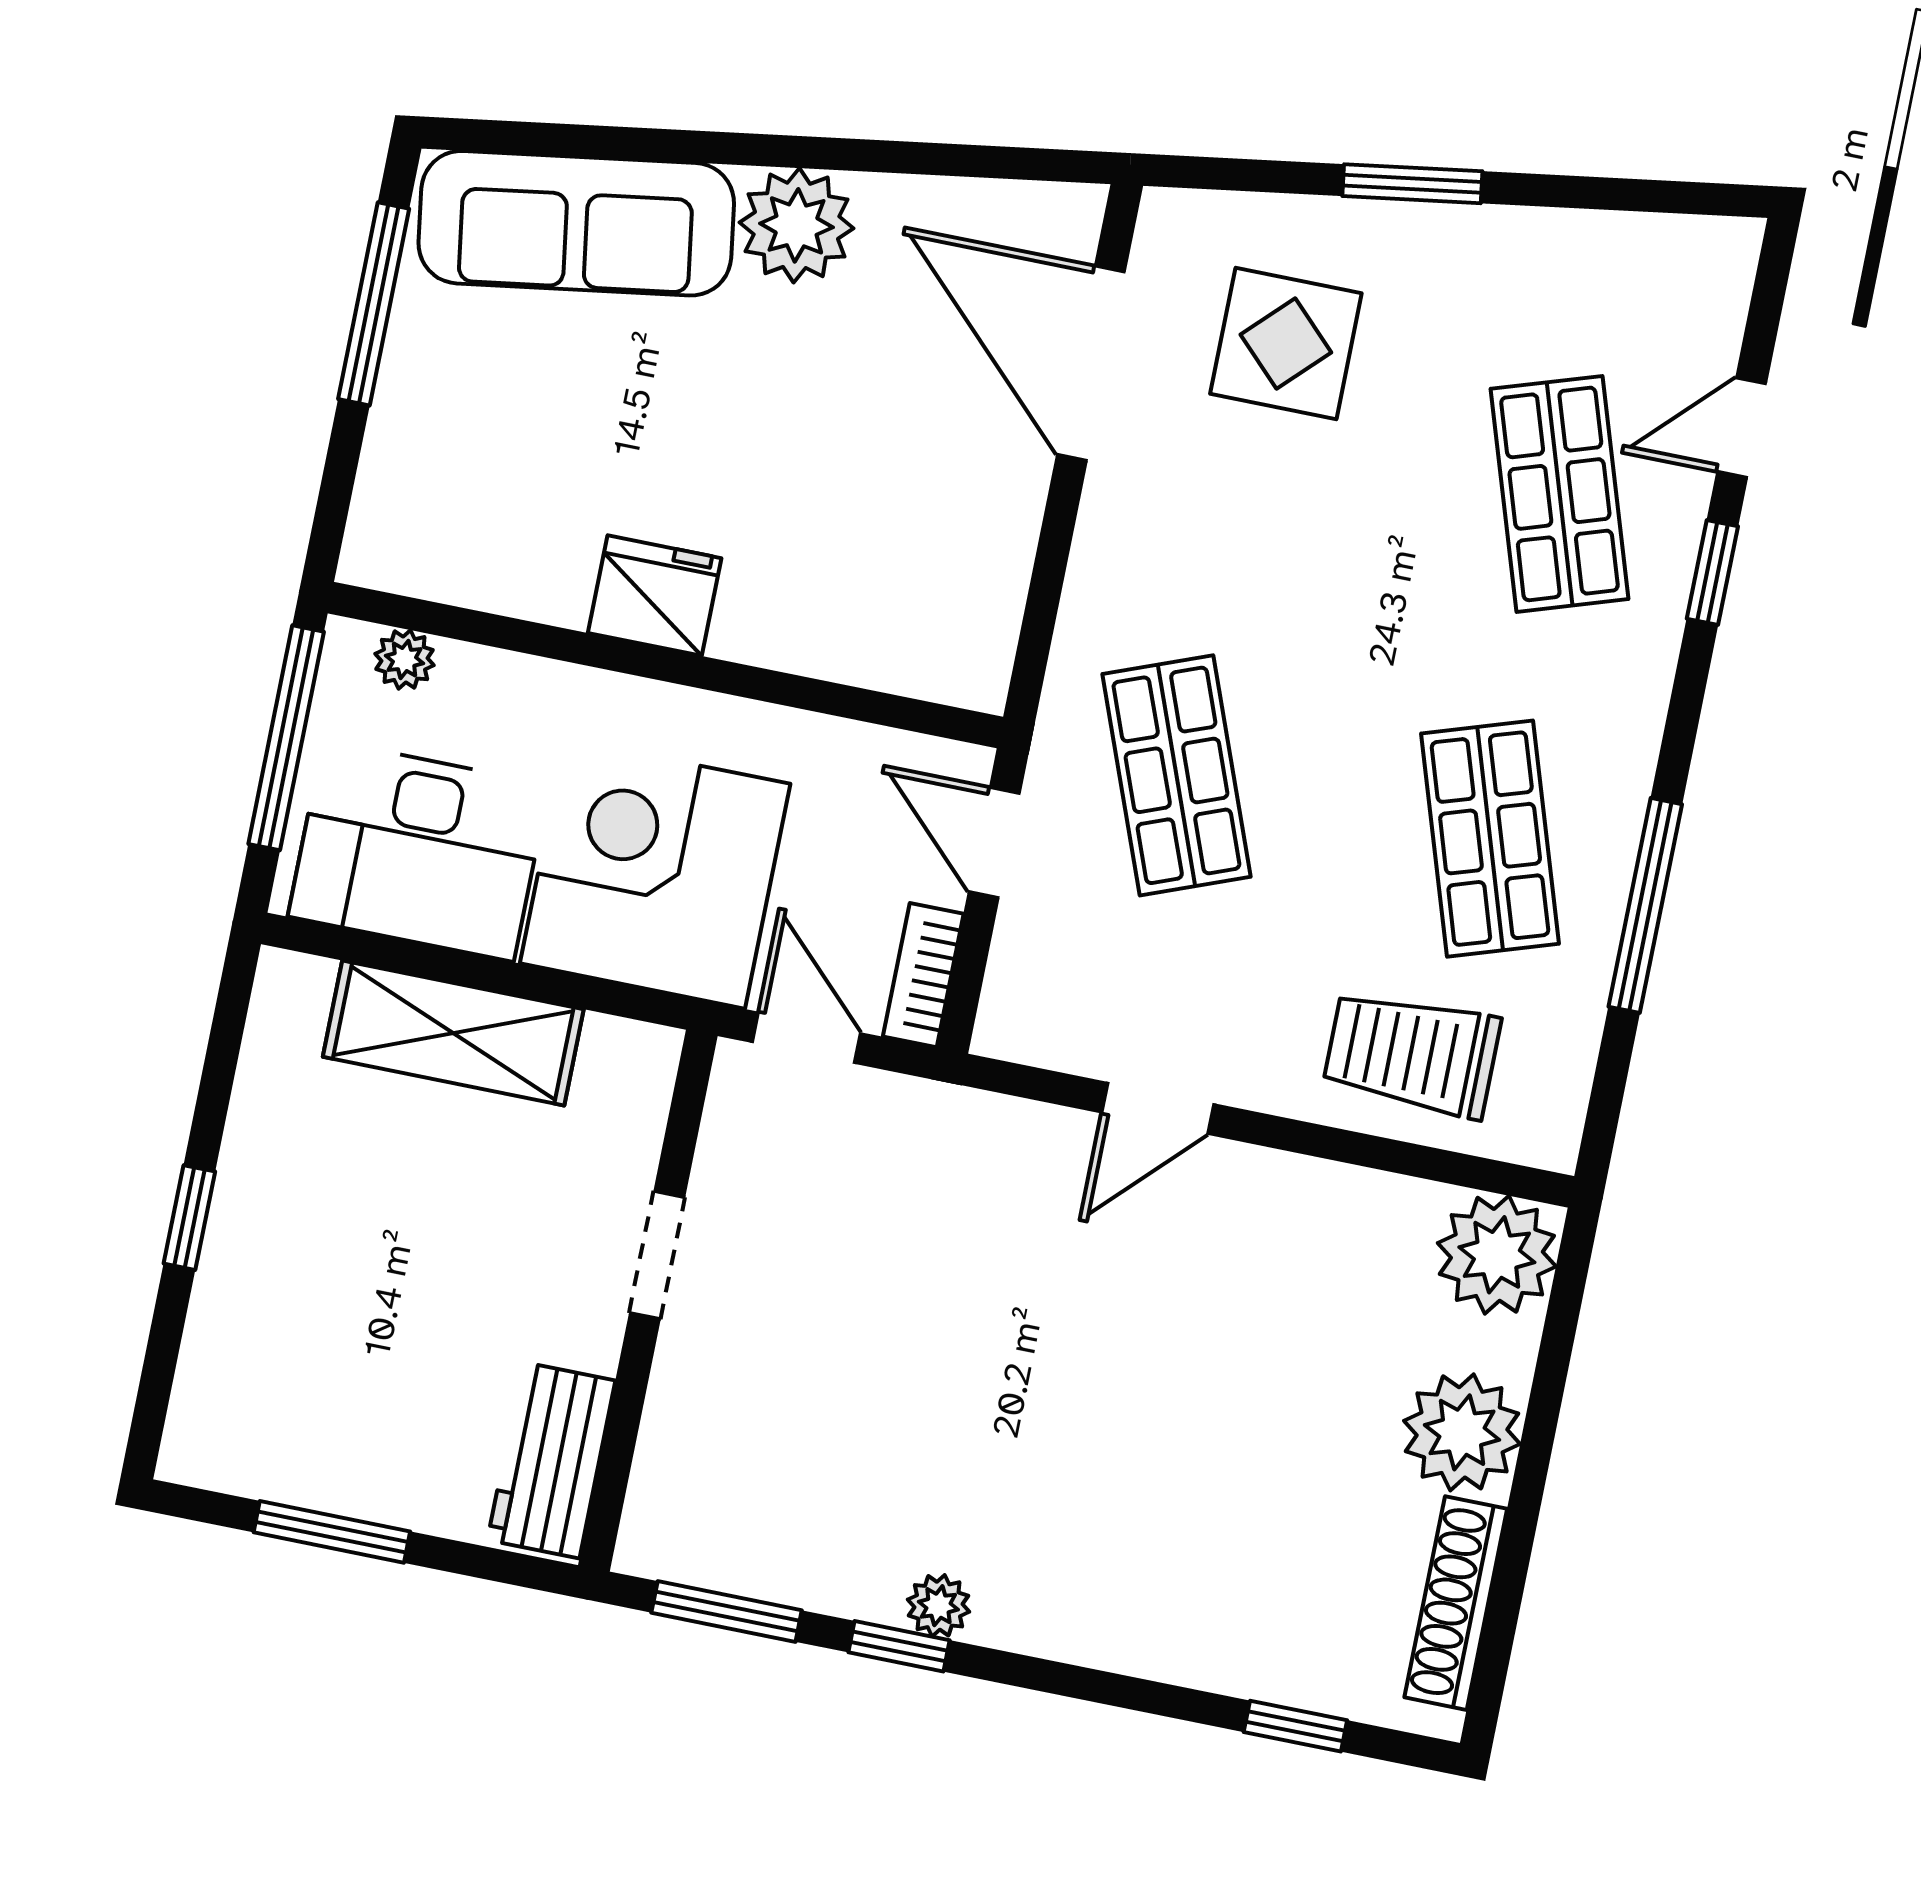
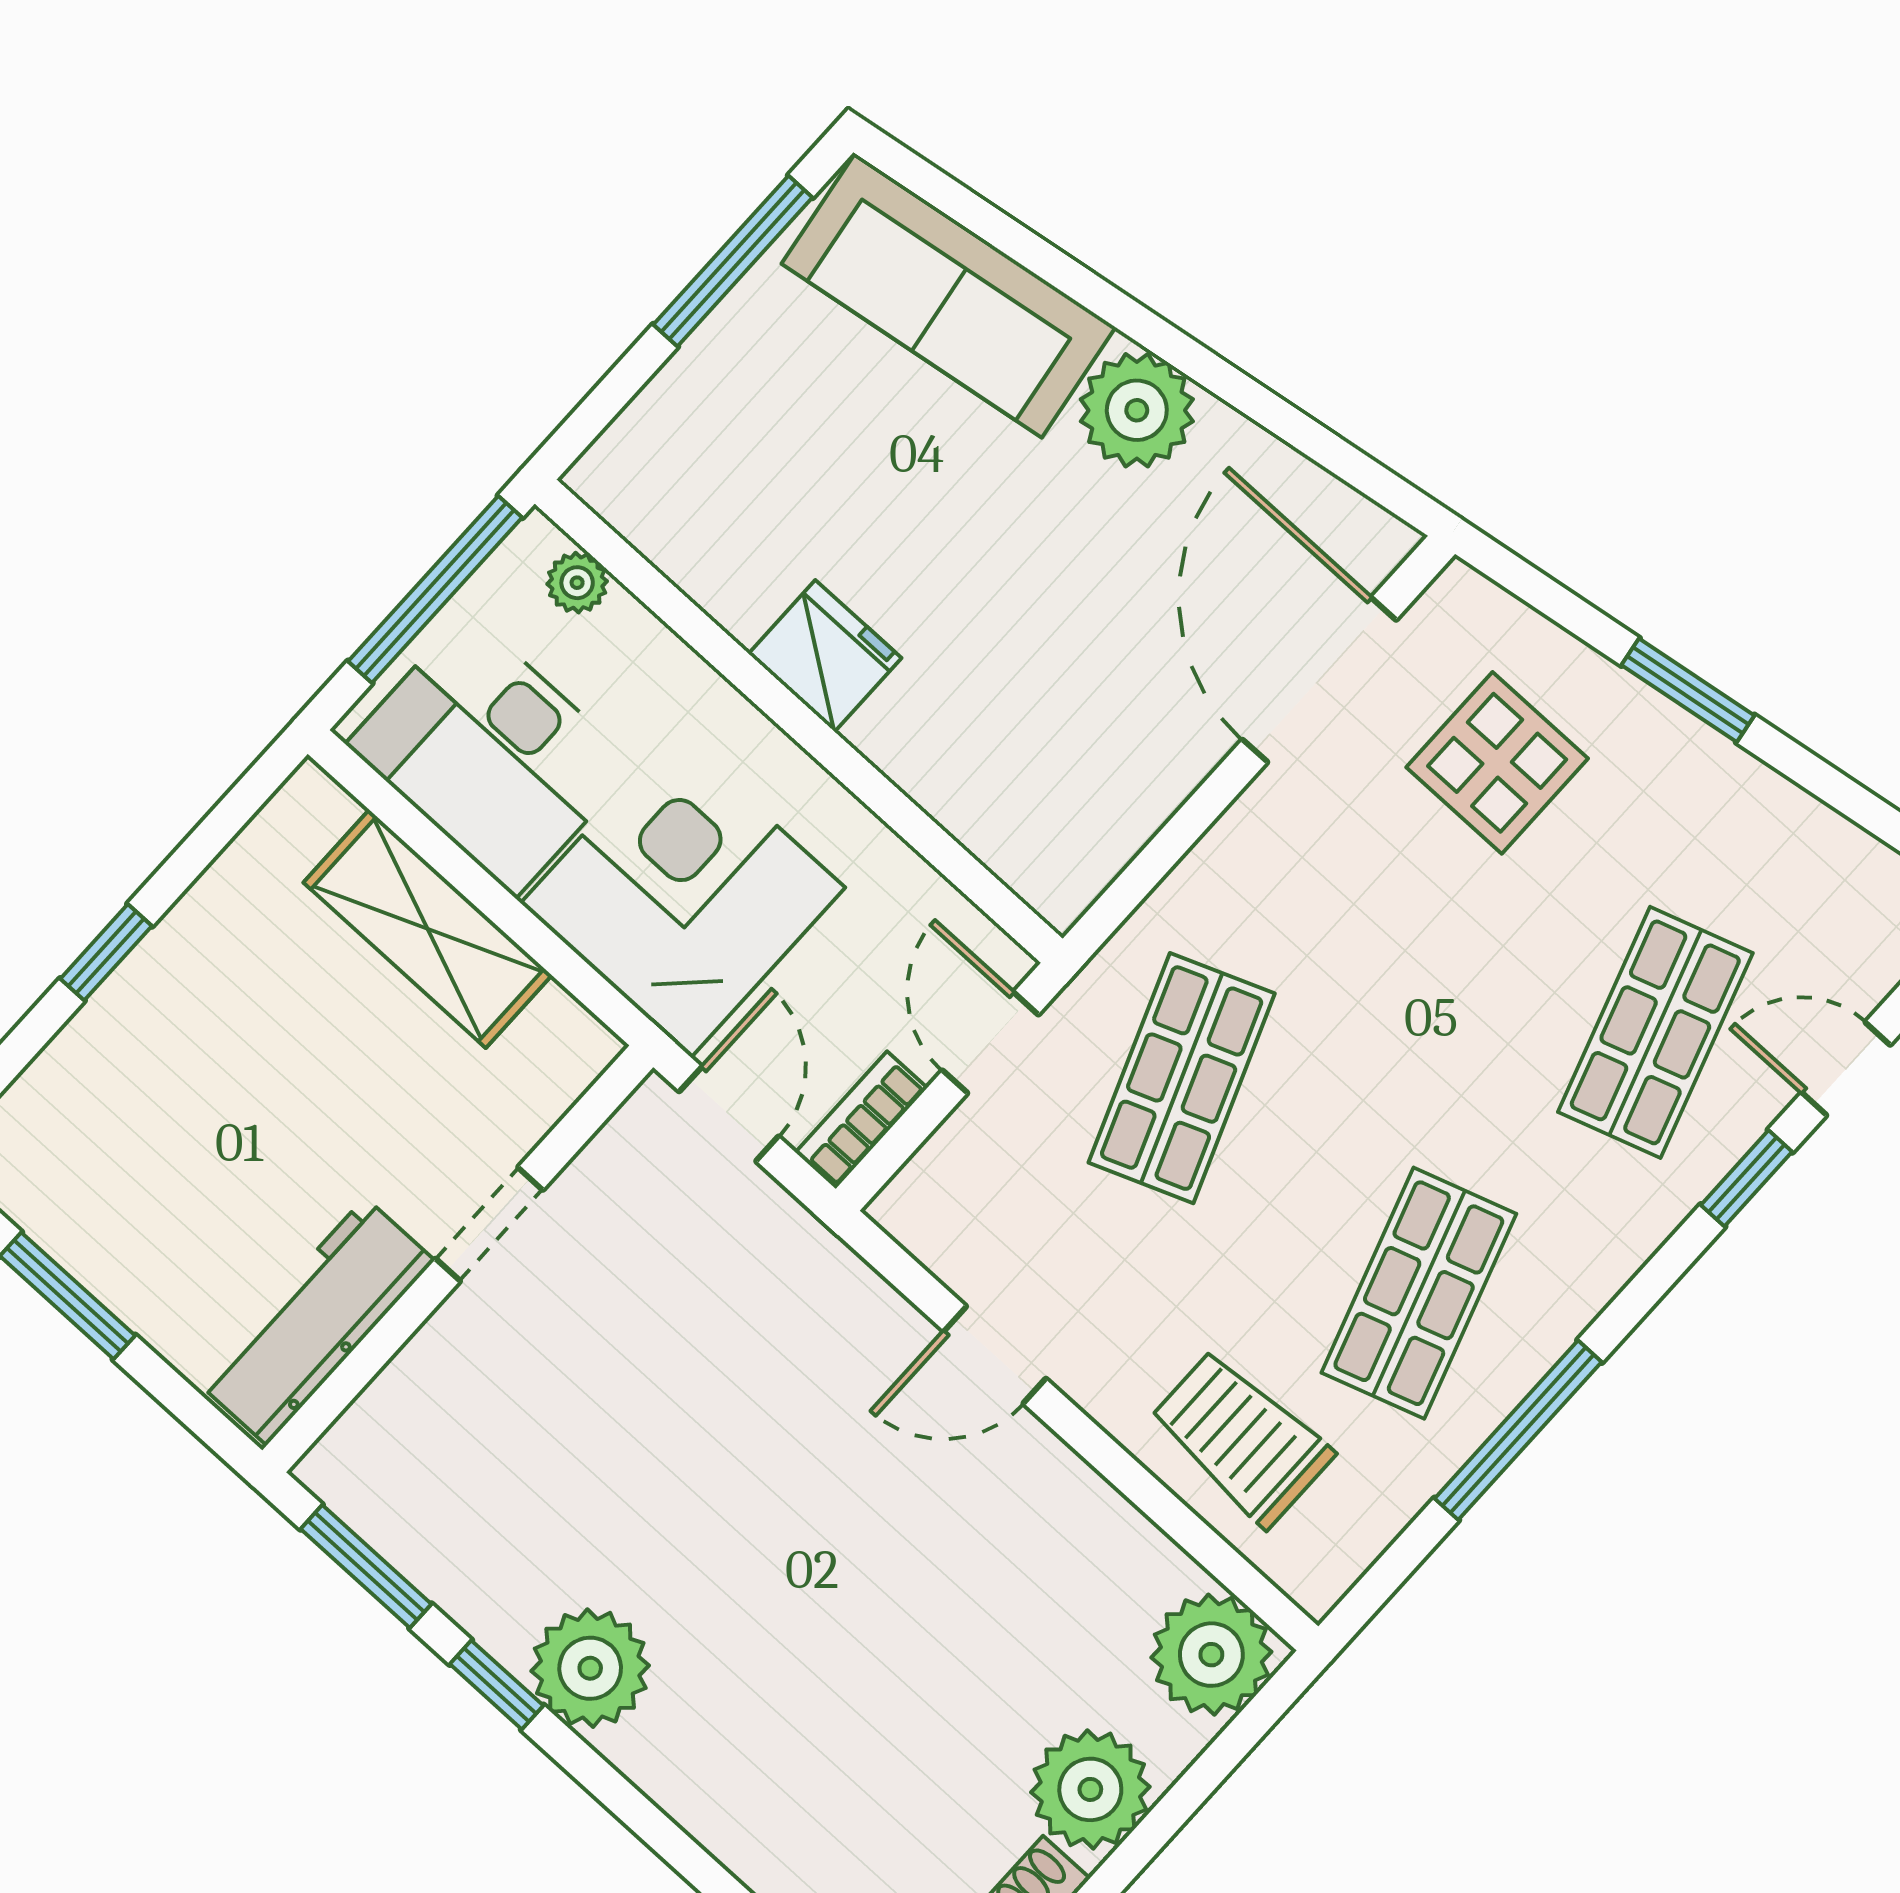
workbench: (551, 1460) -> (316, 1321), width x1.38
plant: (938, 1606) -> (590, 1668), width x1.88, depth x1.88

